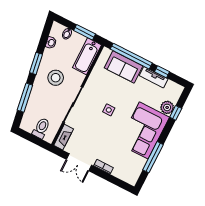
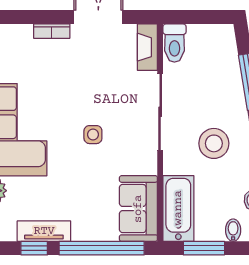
sofa: (124, 67) -> (138, 209), moved, turned -90
toilet: (41, 128) -> (174, 43), moved

